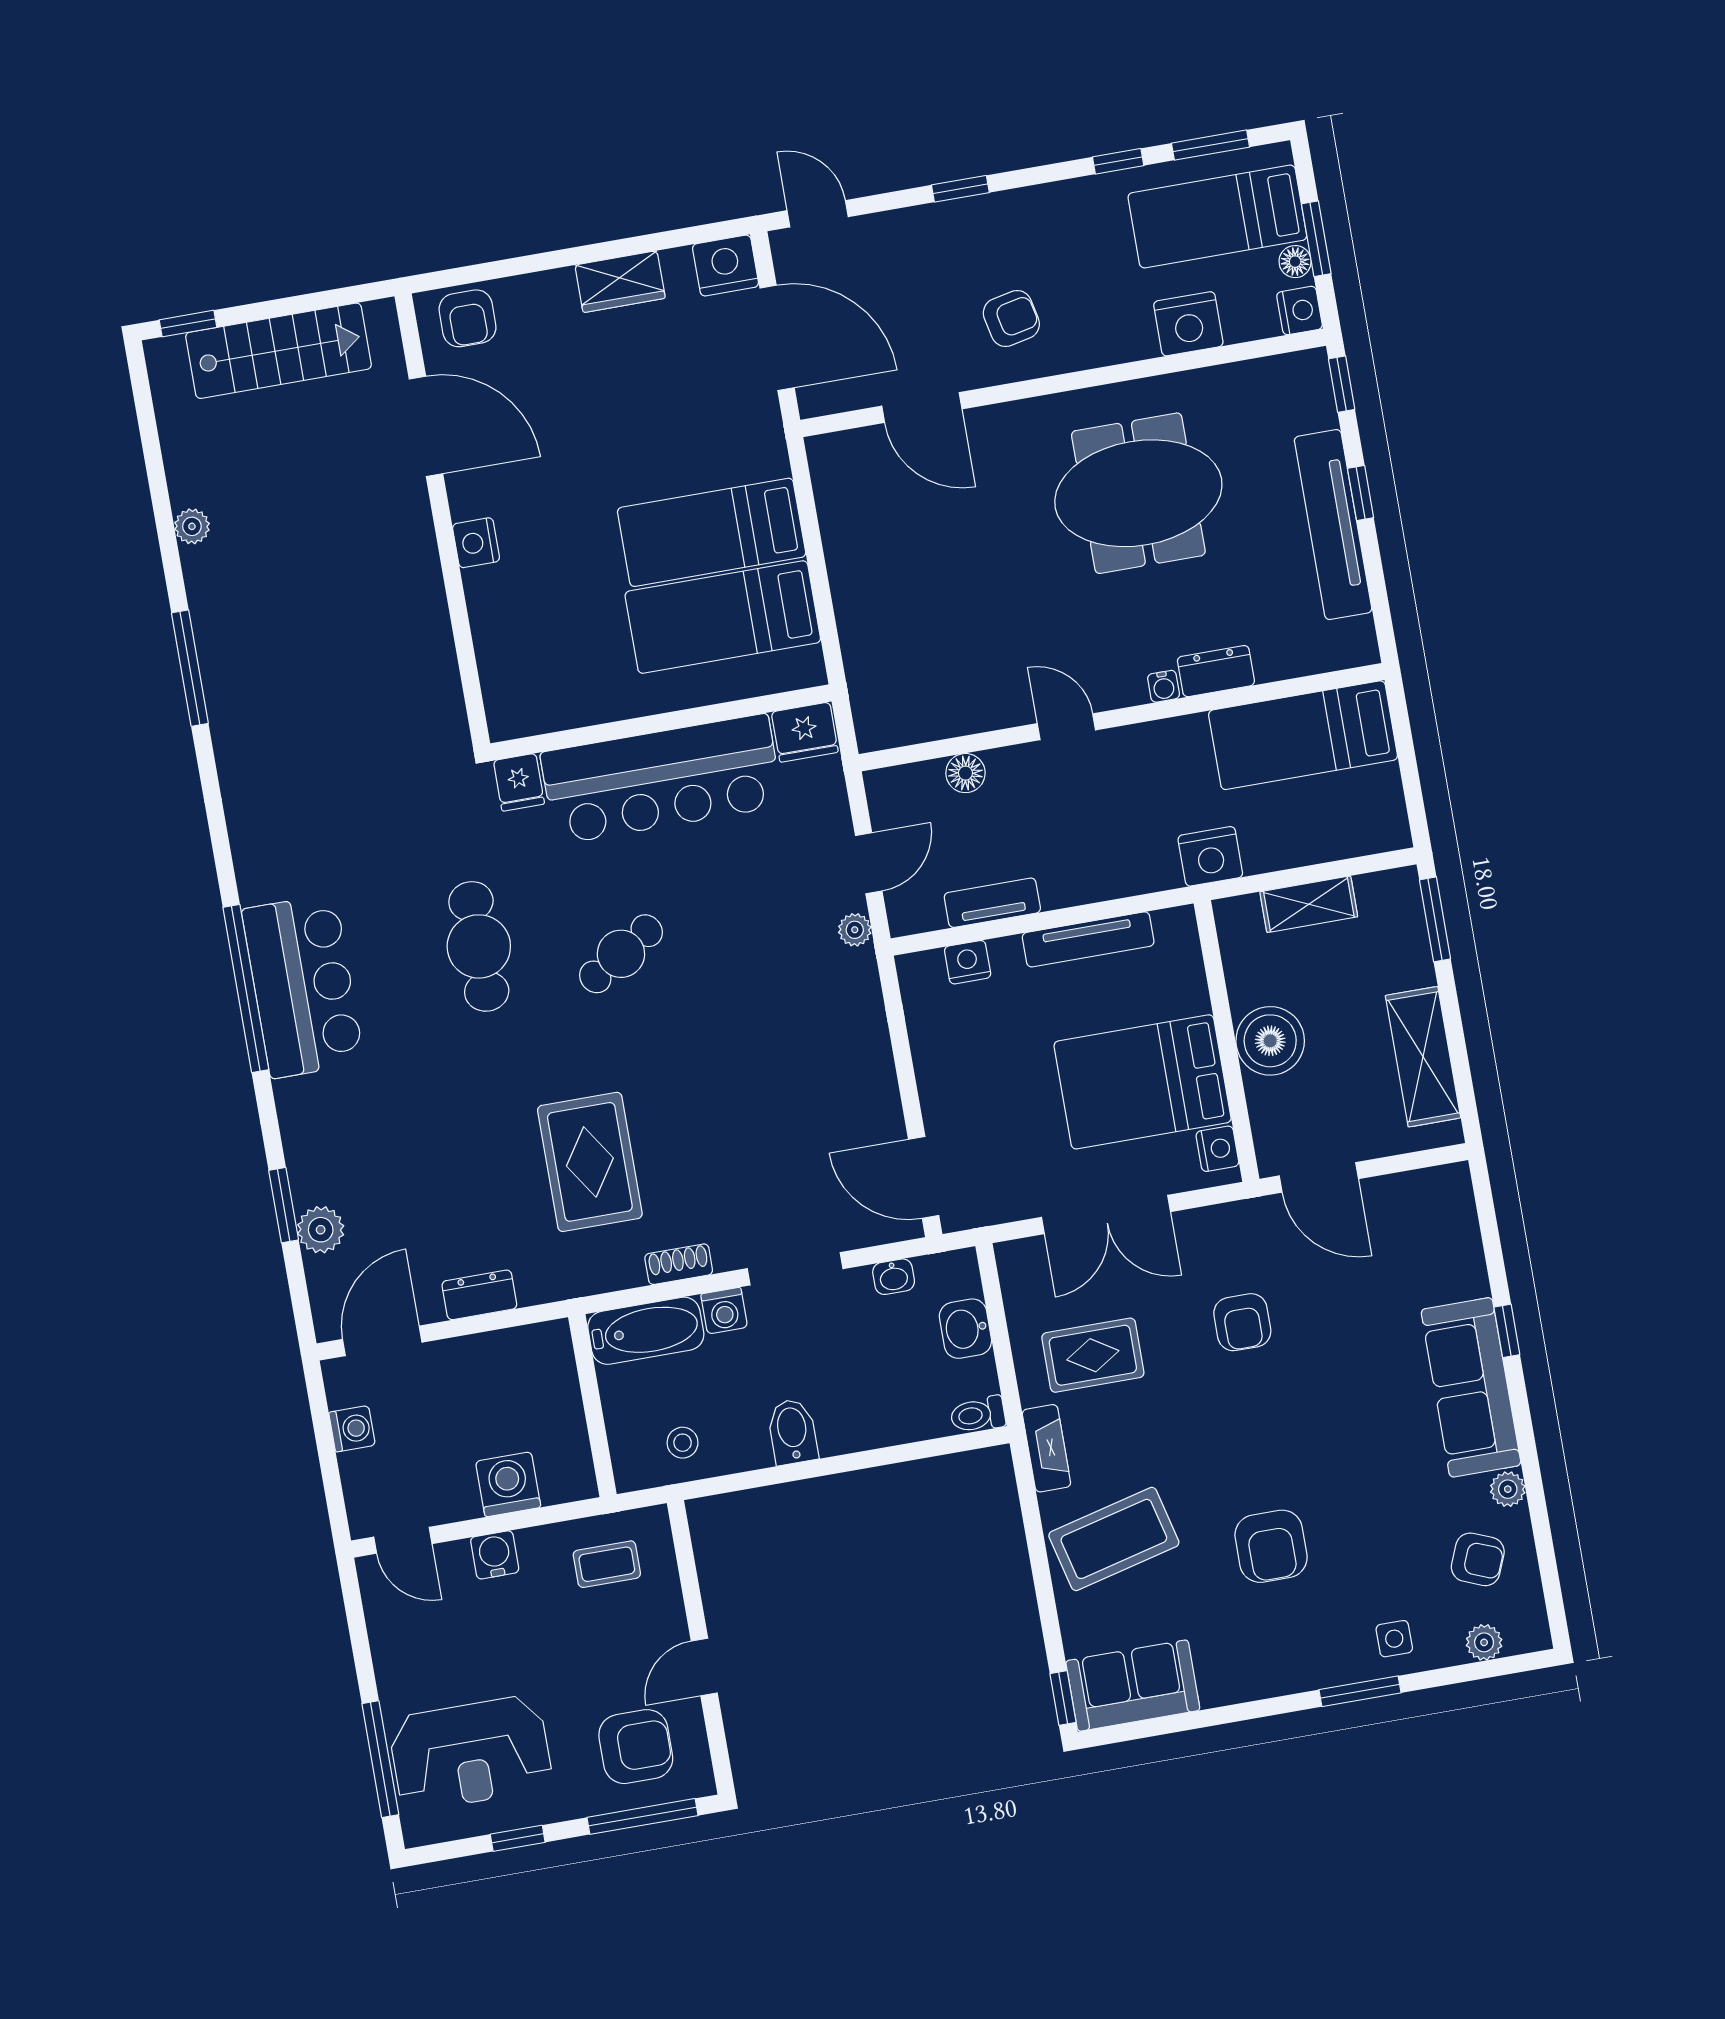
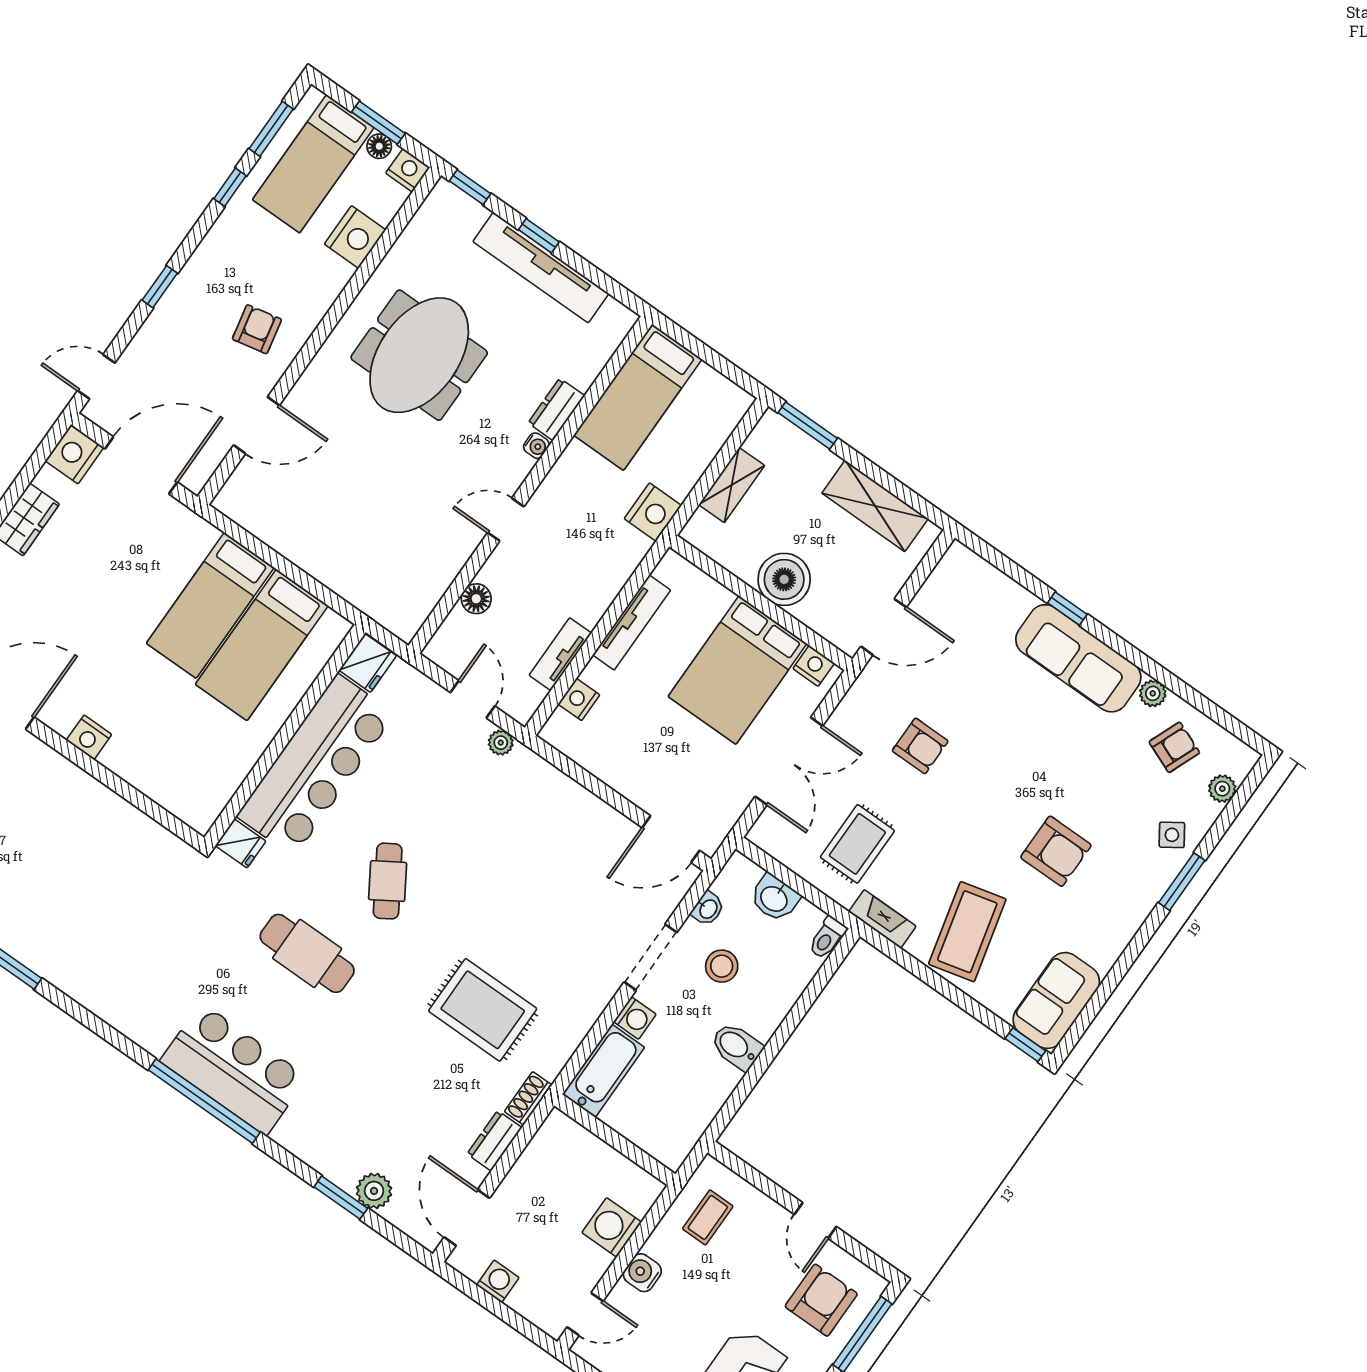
shoe rack: (679, 1264) -> (528, 1098), moved
stool: (683, 1443) -> (722, 966), moved, width x1.37, depth x1.37
side table: (1394, 1639) -> (1172, 835), turned -34

